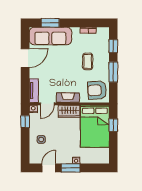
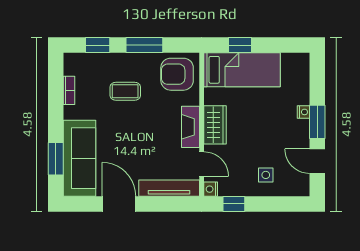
armchair: (97, 90) -> (177, 74), turned 94
tv unit: (34, 91) -> (169, 188), width x1.41
bed: (95, 126) -> (242, 70), width x0.67

